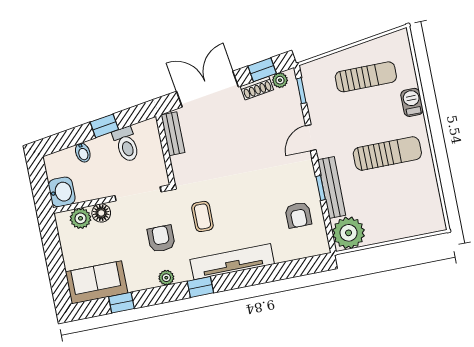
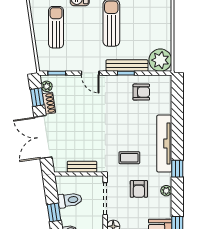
bench: (173, 134) -> (82, 167), moved
armchair: (161, 239) -> (139, 189), turned -90

